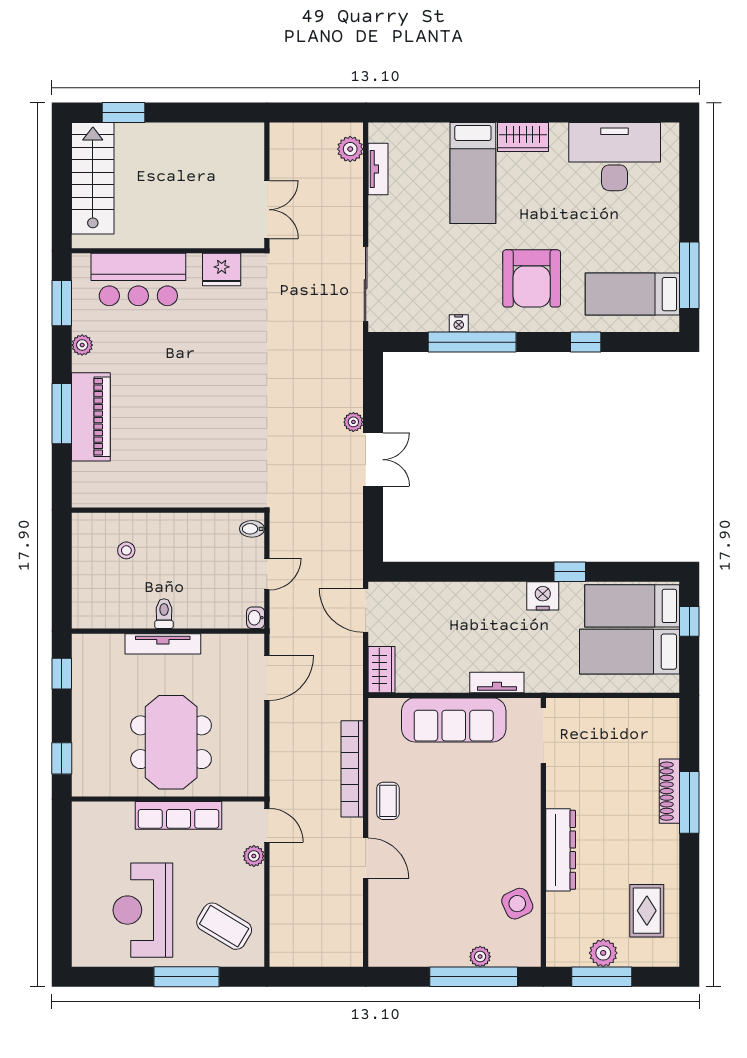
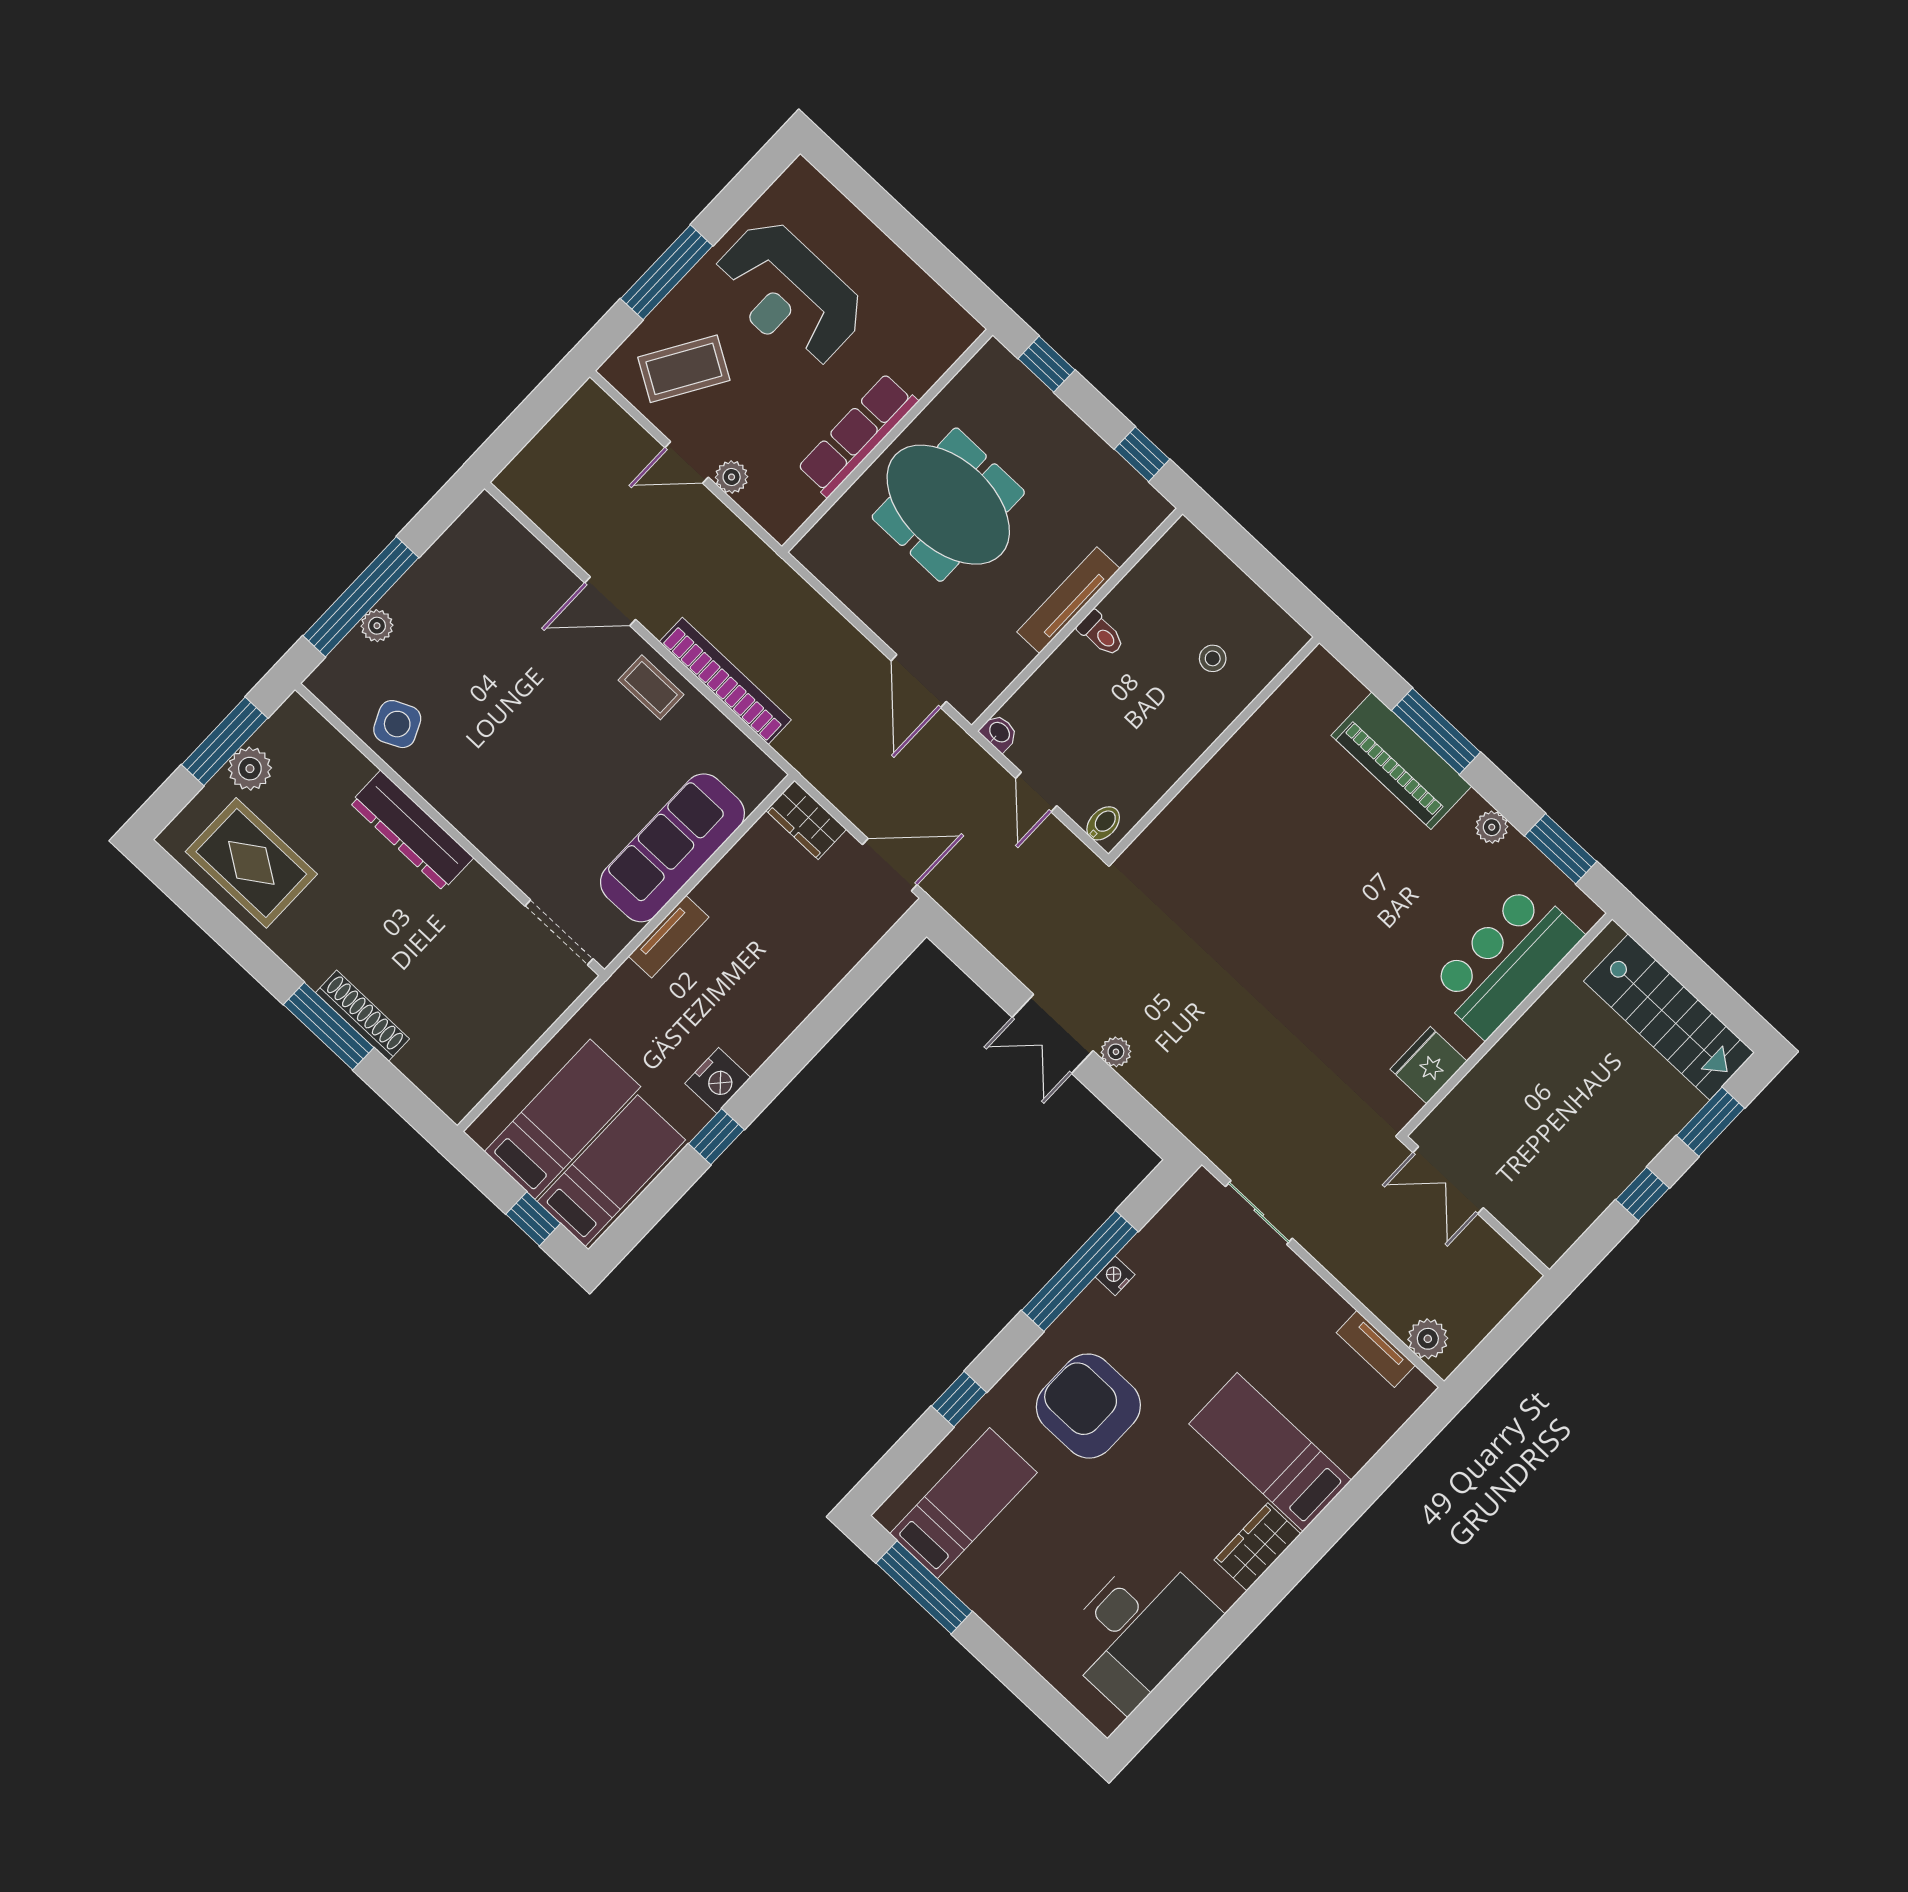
window: (187, 112) -> (1642, 1194), added
sliding door: (366, 284) -> (1259, 1212), width x0.73
door: (267, 825) -> (687, 462), moved
reception desk: (143, 910) -> (789, 294), turned 180
rug: (647, 911) -> (251, 863), width x1.36, depth x1.43

